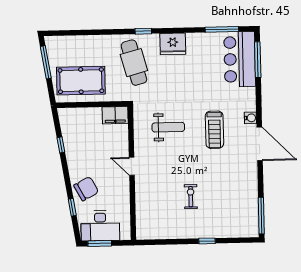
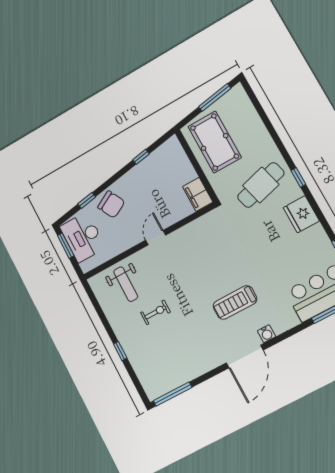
weight bench: (168, 127) -> (126, 284), moved

